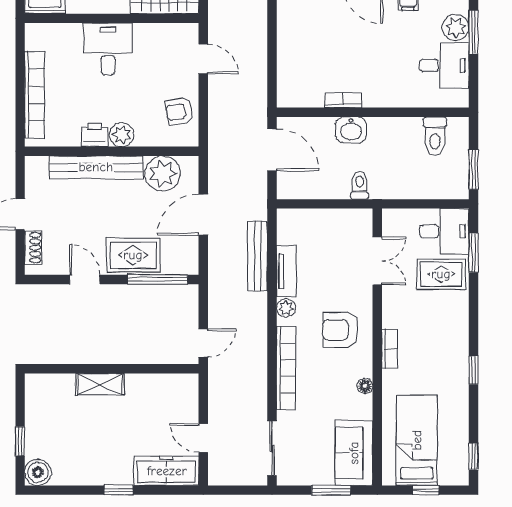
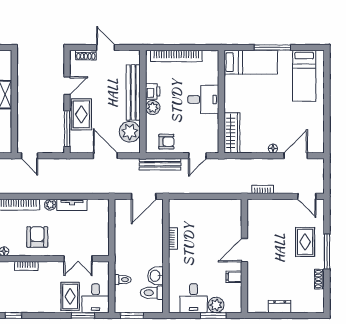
armchair: (179, 111) -> (166, 142), turned 100
washbasin: (351, 130) -> (156, 276), moved
toilet: (359, 185) -> (123, 280), moved
bench: (258, 256) -> (160, 164), moved

